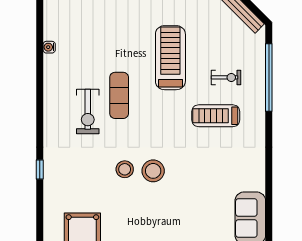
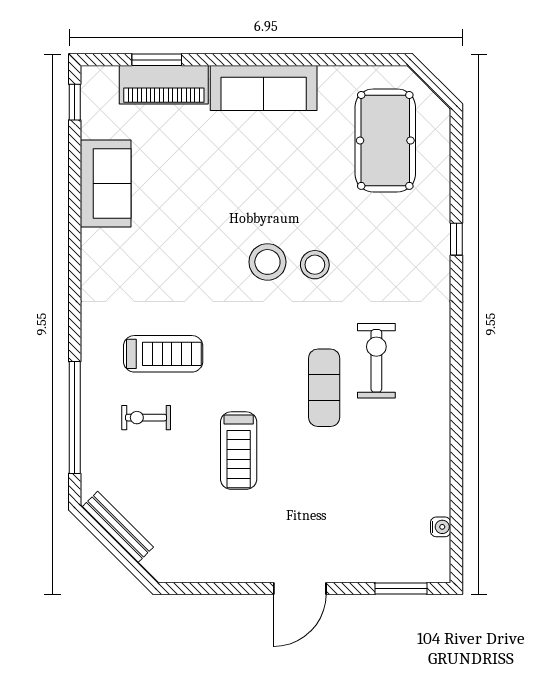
water cooler: (49, 47) -> (441, 527), moved
treadmill: (170, 58) -> (239, 451), width x0.73, depth x0.73
window: (40, 169) -> (456, 239), moved

